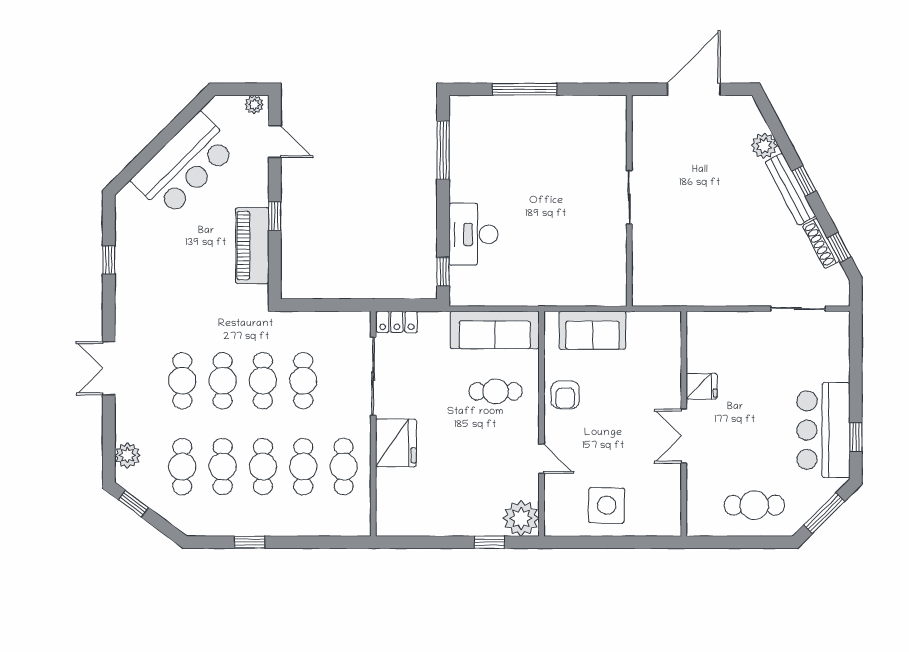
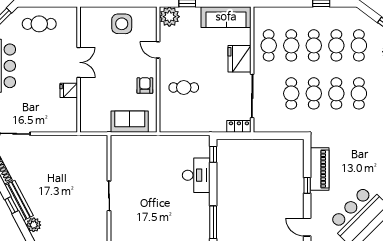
sofa: (495, 330) -> (226, 17), moved, turned 180

